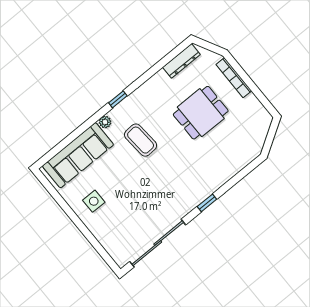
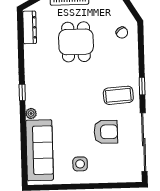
coffee table: (141, 140) -> (118, 95), moved
chair: (241, 148) -> (122, 33), added
armchair: (141, 202) -> (106, 132), added

